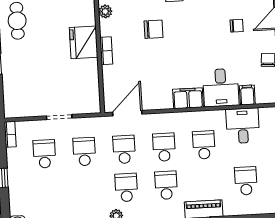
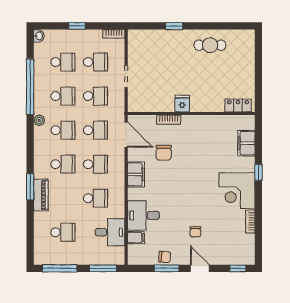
plant: (105, 11) -> (214, 121), removed
chair: (153, 29) -> (164, 153), moved
fridge: (84, 42) -> (182, 104), width x0.53, depth x0.75
bookcase: (106, 51) -> (169, 120), moved
filing cabinet: (188, 98) -> (136, 174), moved
school desk: (86, 190) -> (63, 96), added
school desk: (47, 192) -> (63, 62), added

